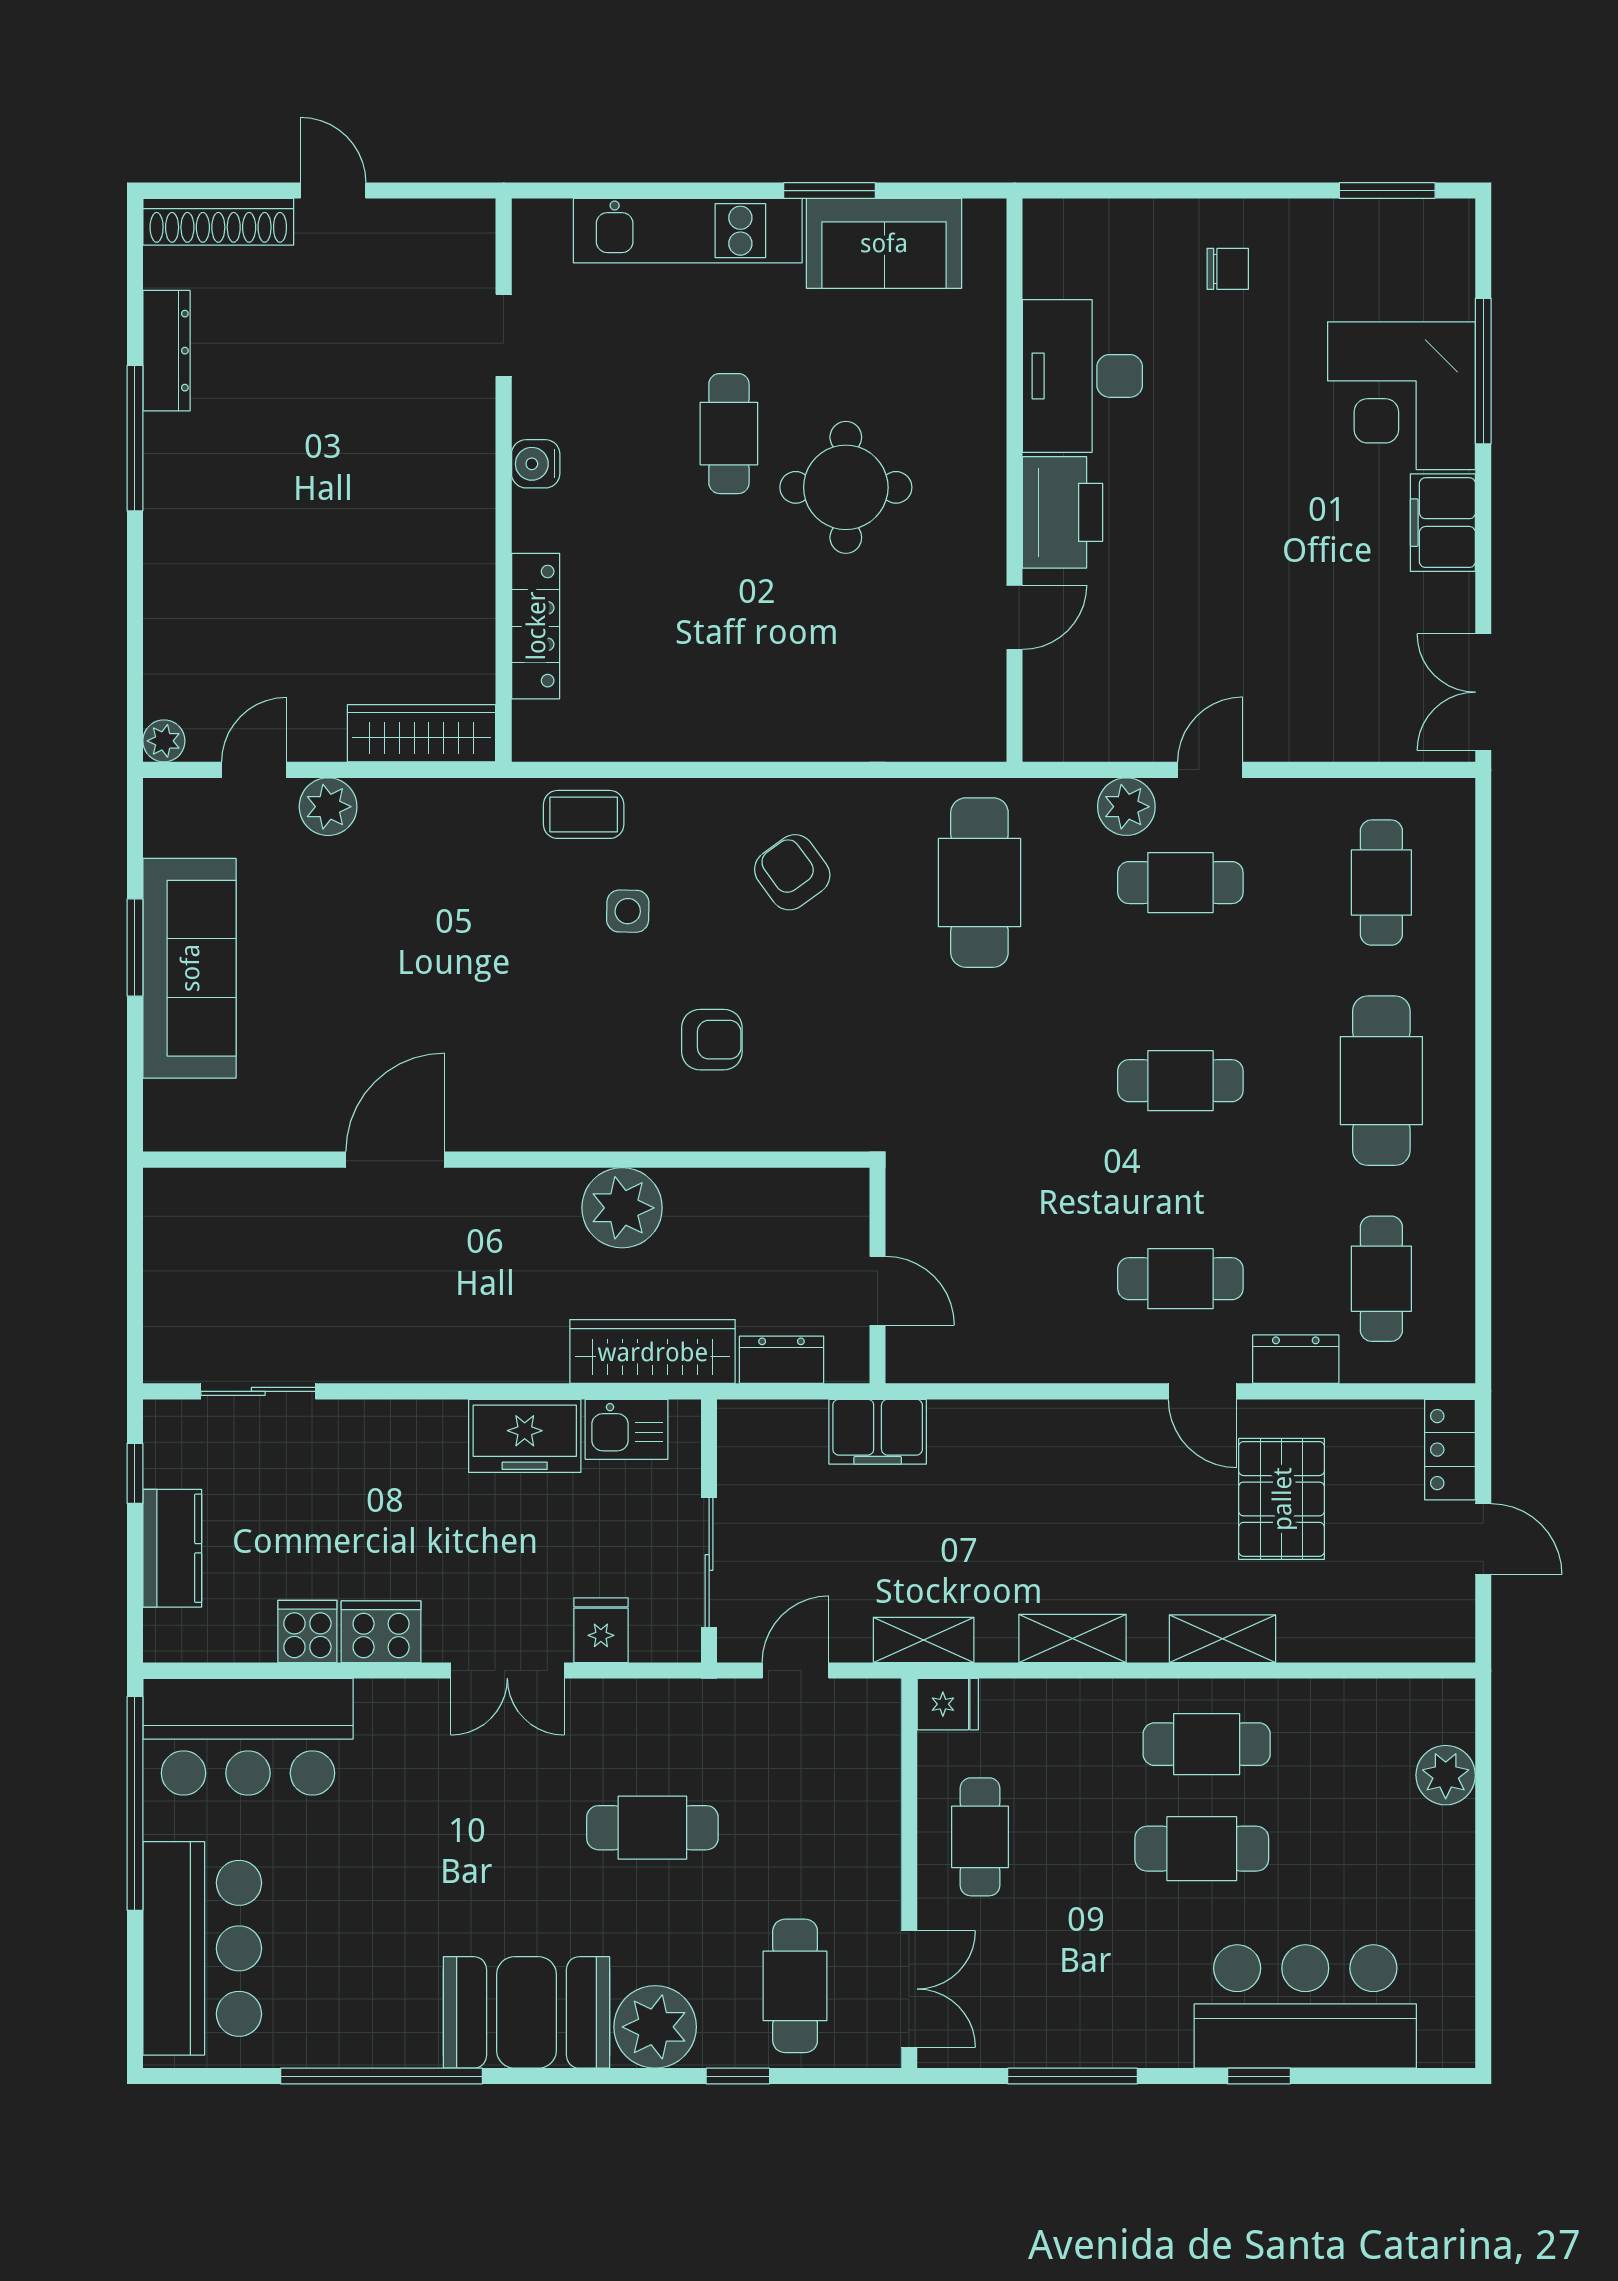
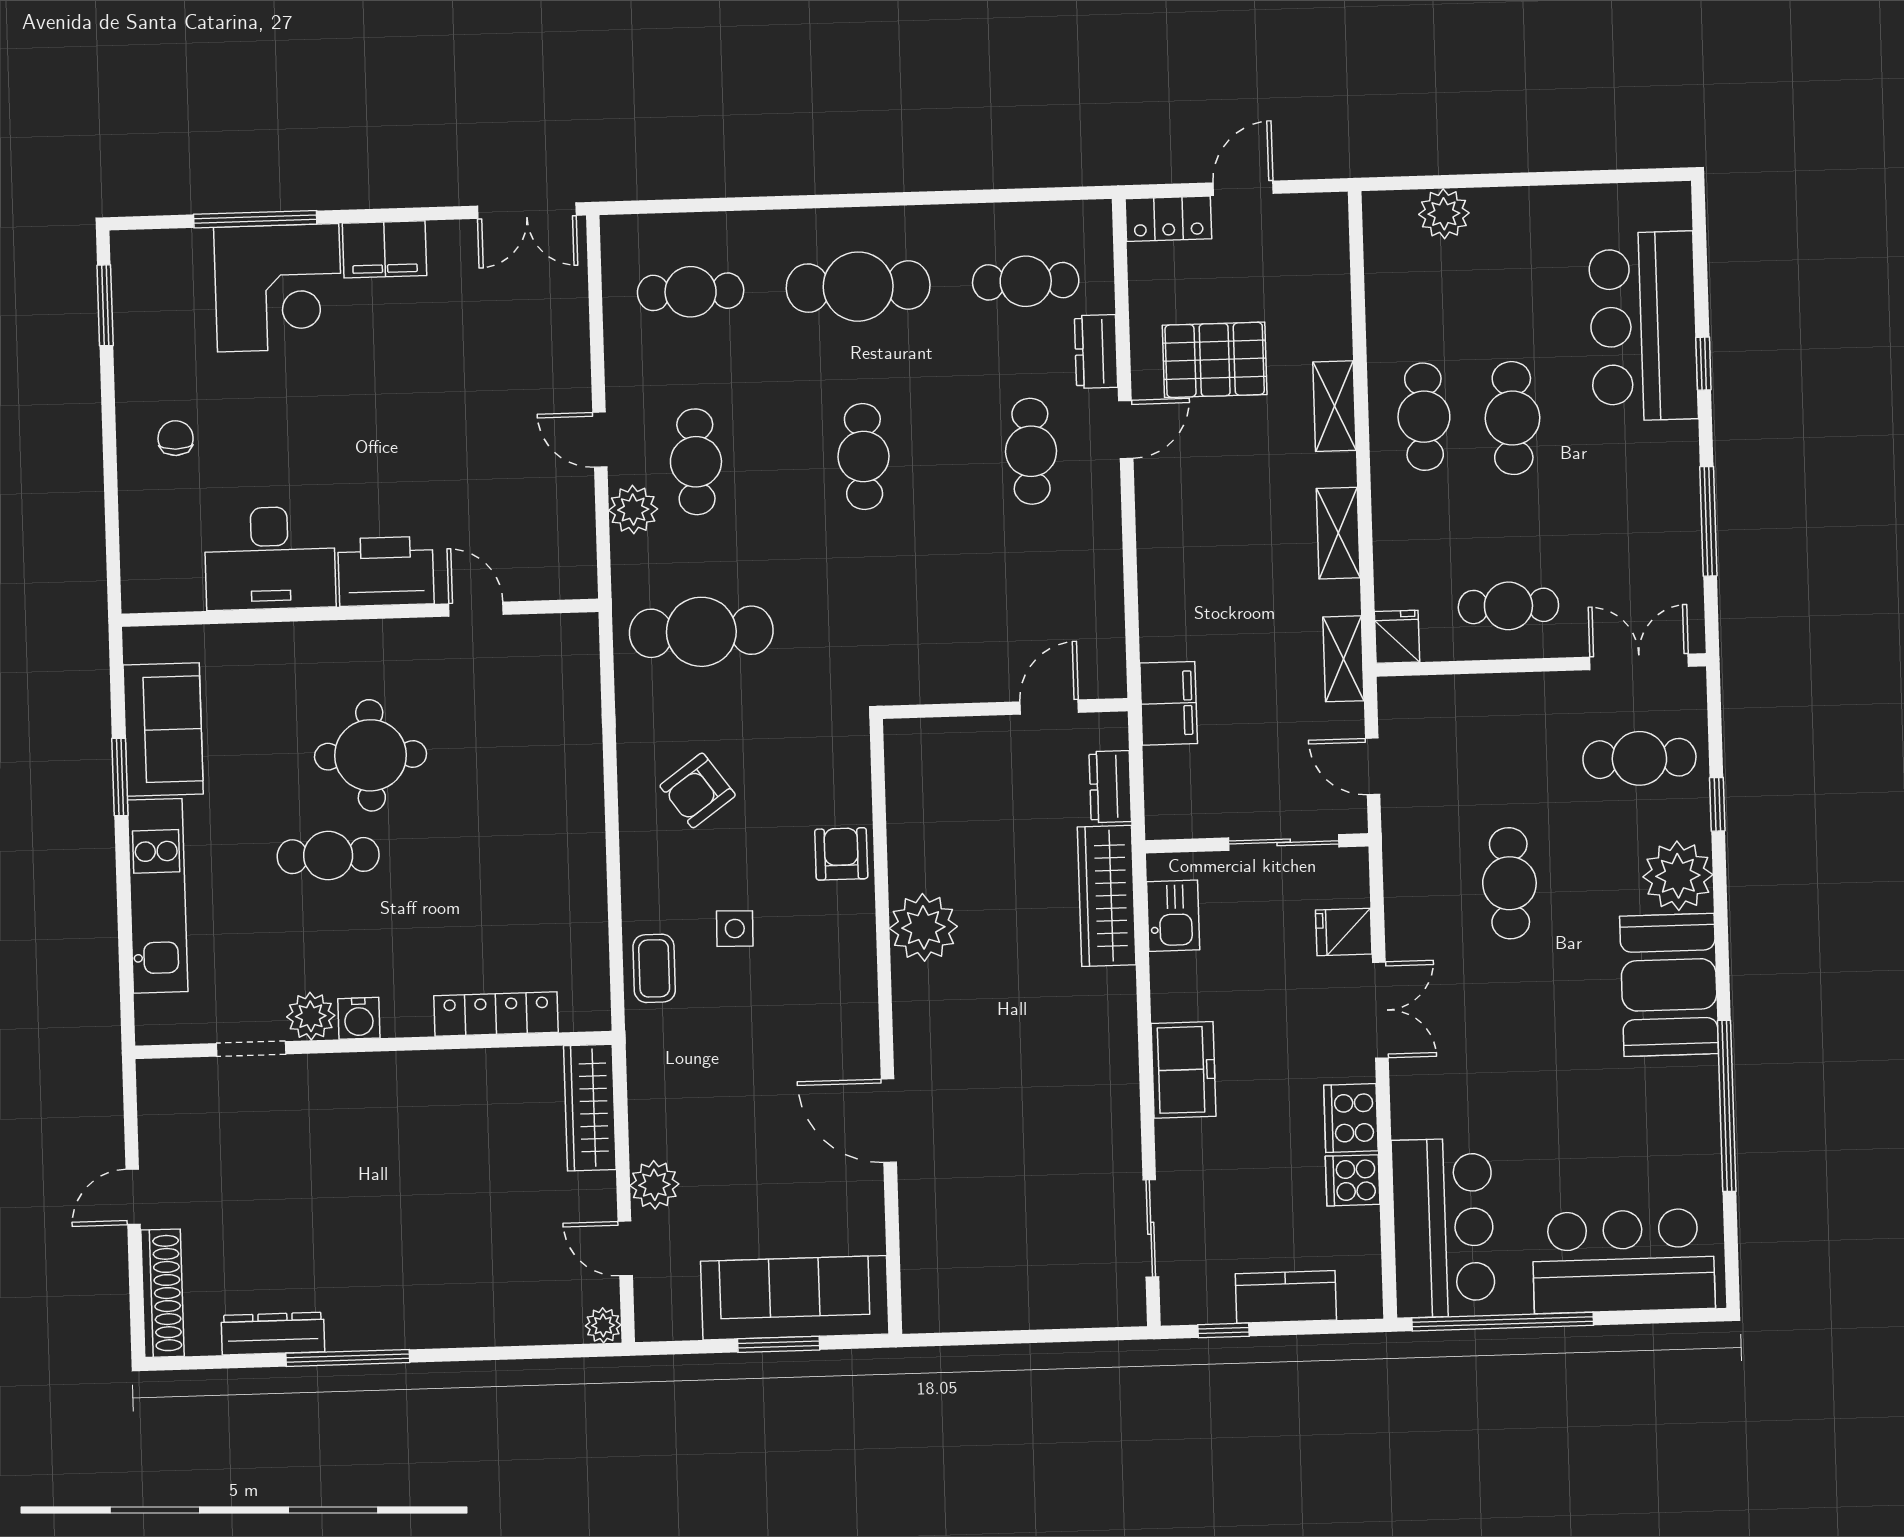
plant: (540, 407) -> (311, 1016), added
door: (395, 1160) -> (889, 1121), moved
wall: (506, 1160) -> (886, 1027), moved
plant: (622, 1208) -> (923, 927), moved
freezer: (525, 1436) -> (1183, 1070), moved

